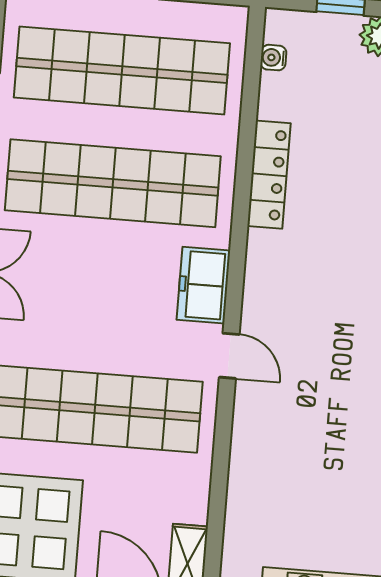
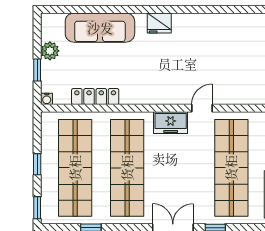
water cooler: (273, 58) -> (47, 99), moved
locker: (269, 175) -> (95, 97), moved

